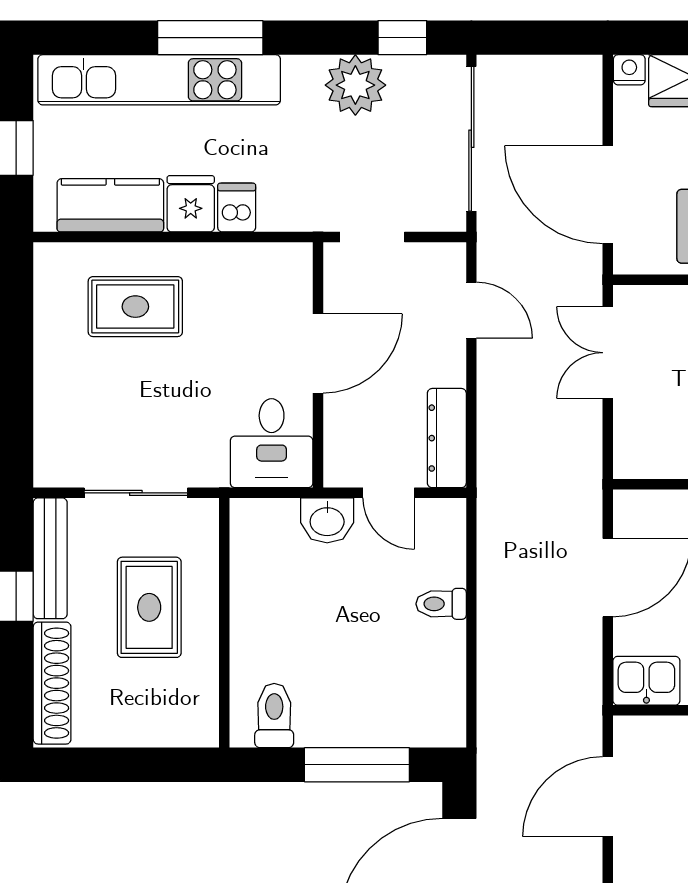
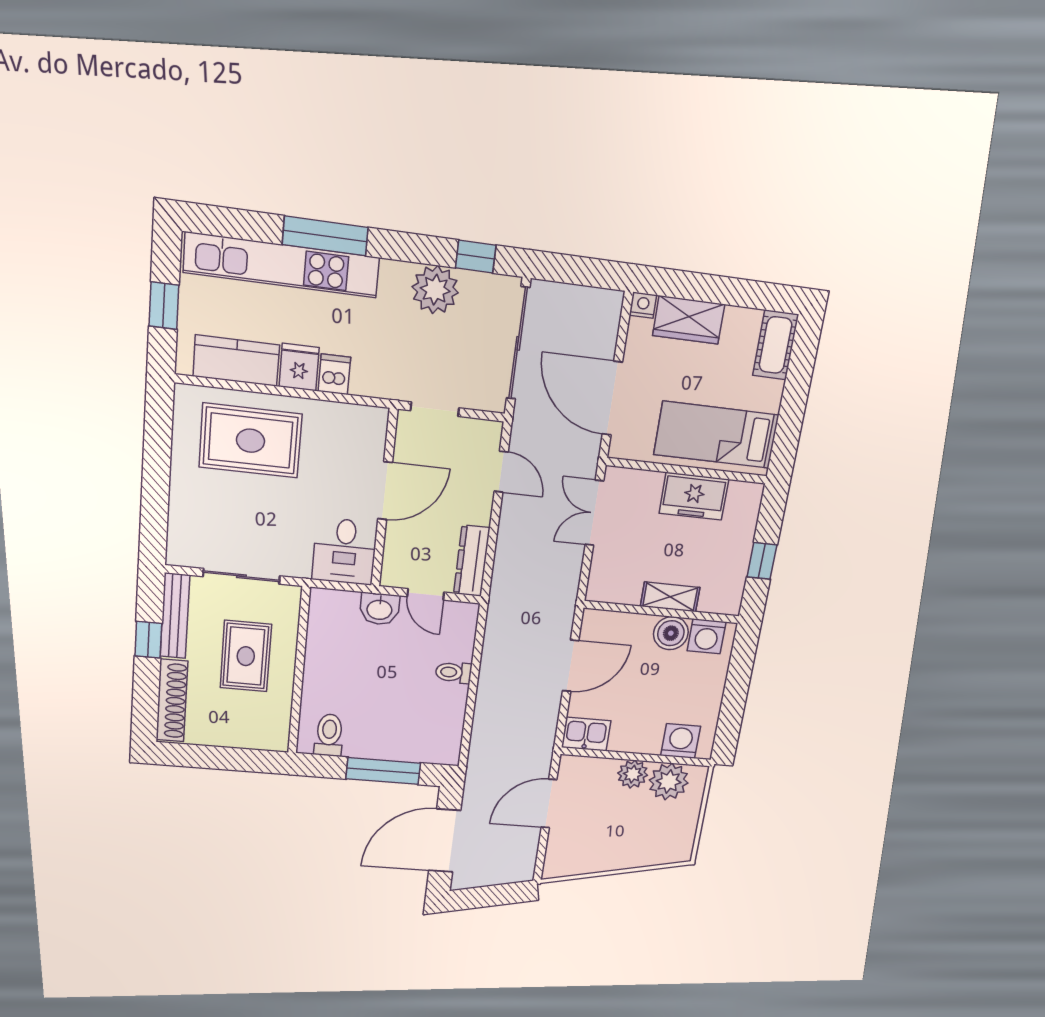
rug: (135, 307) -> (251, 441), width x1.36, depth x1.43

